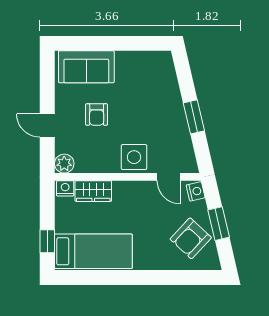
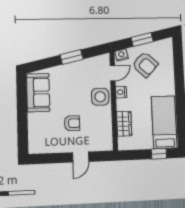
sofa: (86, 67) -> (38, 93), moved
plant: (64, 164) -> (106, 144), removed
nightstand: (65, 188) -> (121, 92), moved
armchair: (191, 238) -> (145, 64), moved

